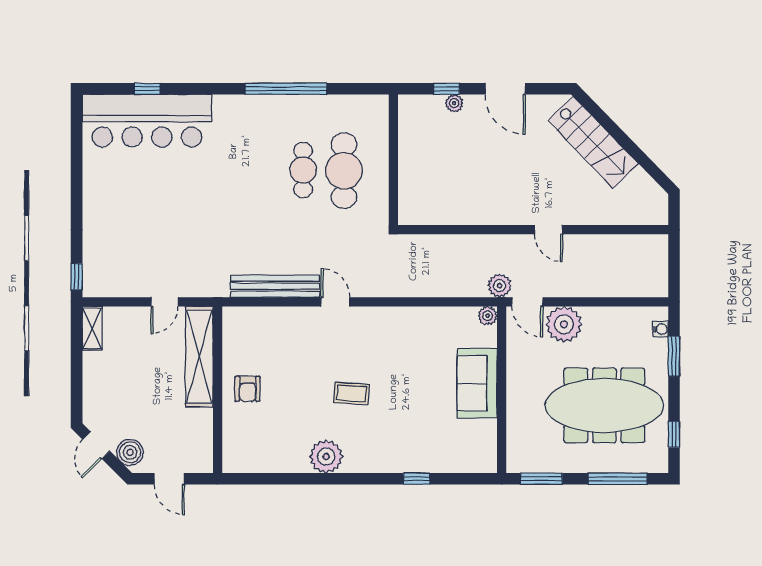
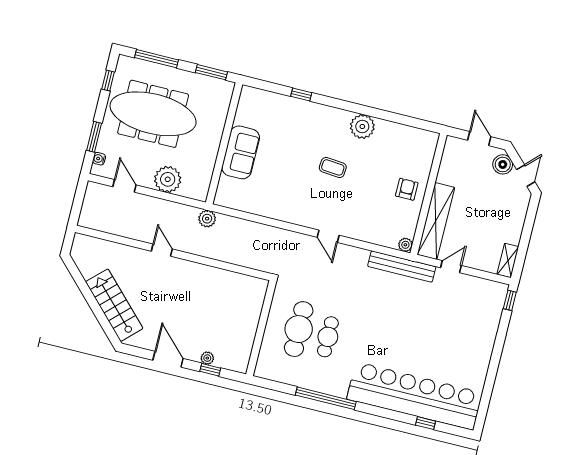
bar counter: (147, 121) -> (415, 396), width x1.36
bench: (275, 286) -> (402, 266), moved
door: (527, 302) -> (124, 186), moved
plant: (488, 316) -> (405, 245), moved

